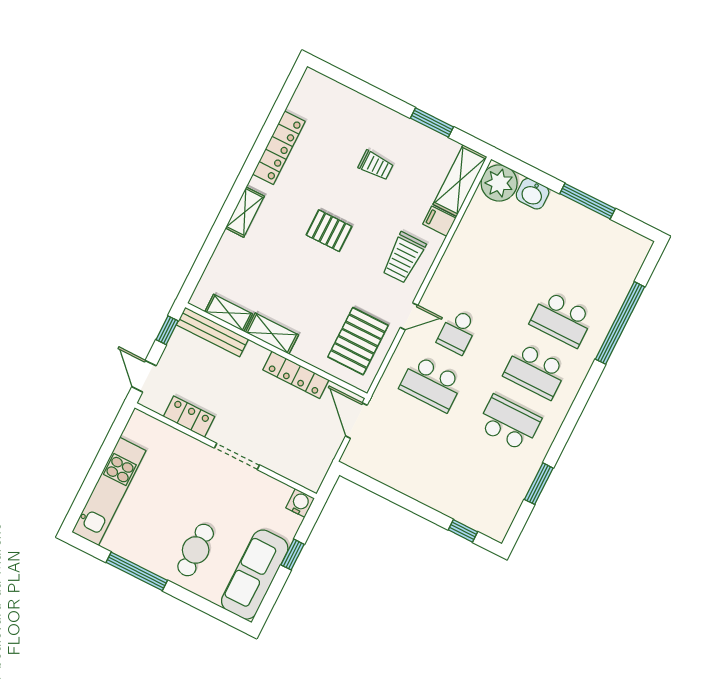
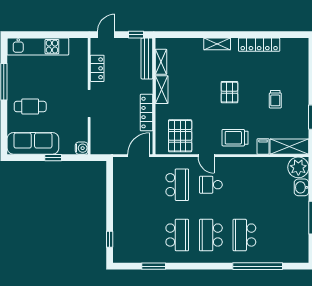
pallet: (358, 341) -> (180, 136), turned 90
school desk: (431, 384) -> (177, 185), turned 180

